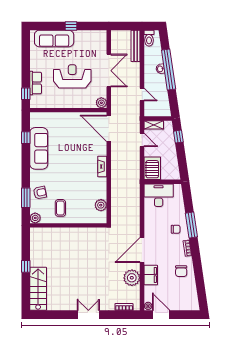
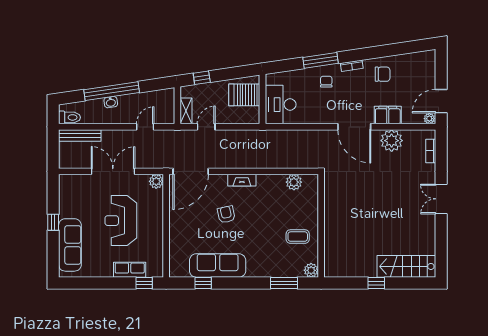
server rack: (152, 168) -> (244, 95), moved
armchair: (40, 193) -> (226, 214), moved

